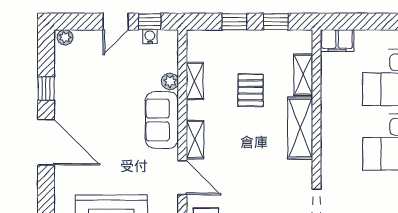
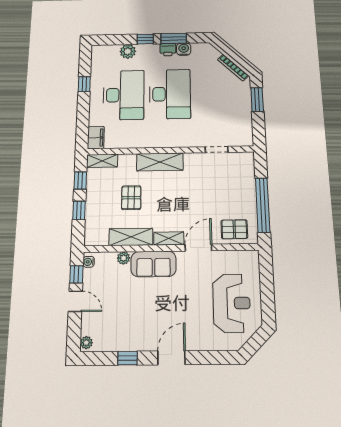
water cooler: (150, 37) -> (89, 262), moved
shelving: (303, 75) -> (102, 161), moved
shelving: (195, 81) -> (131, 237), width x1.50, depth x1.33
pallet: (251, 90) -> (131, 198), turned 90
door: (46, 142) -> (172, 358), width x0.73

